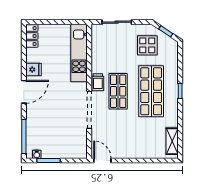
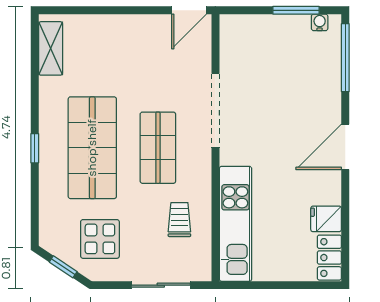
fridge: (33, 69) -> (326, 219), moved
trolley: (98, 82) -> (179, 220), moved
door: (102, 160) -> (189, 10), hinge flipped

